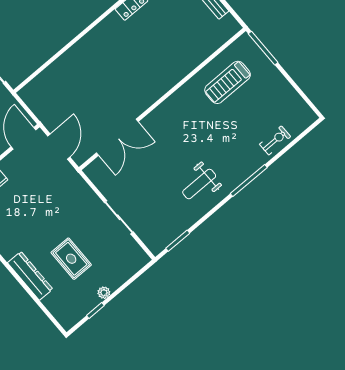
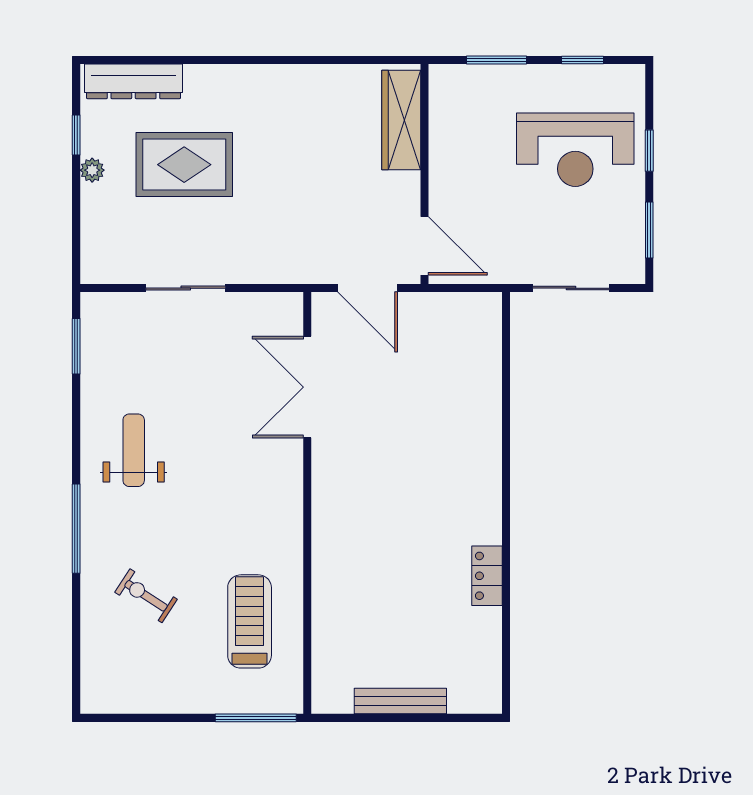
exercise bike: (275, 140) -> (146, 596), moved, turned 123
rug: (71, 259) -> (184, 165), width x1.36, depth x1.43
dresser: (30, 276) -> (133, 81), moved

